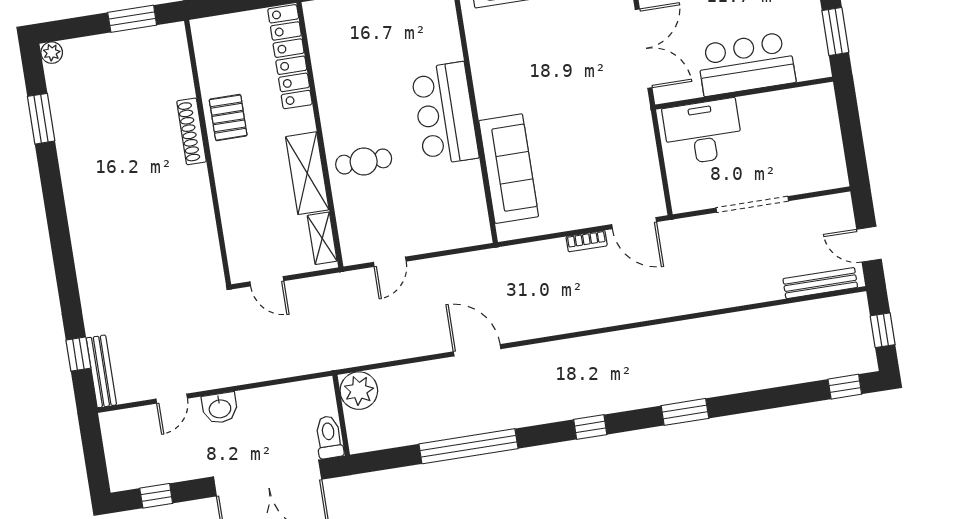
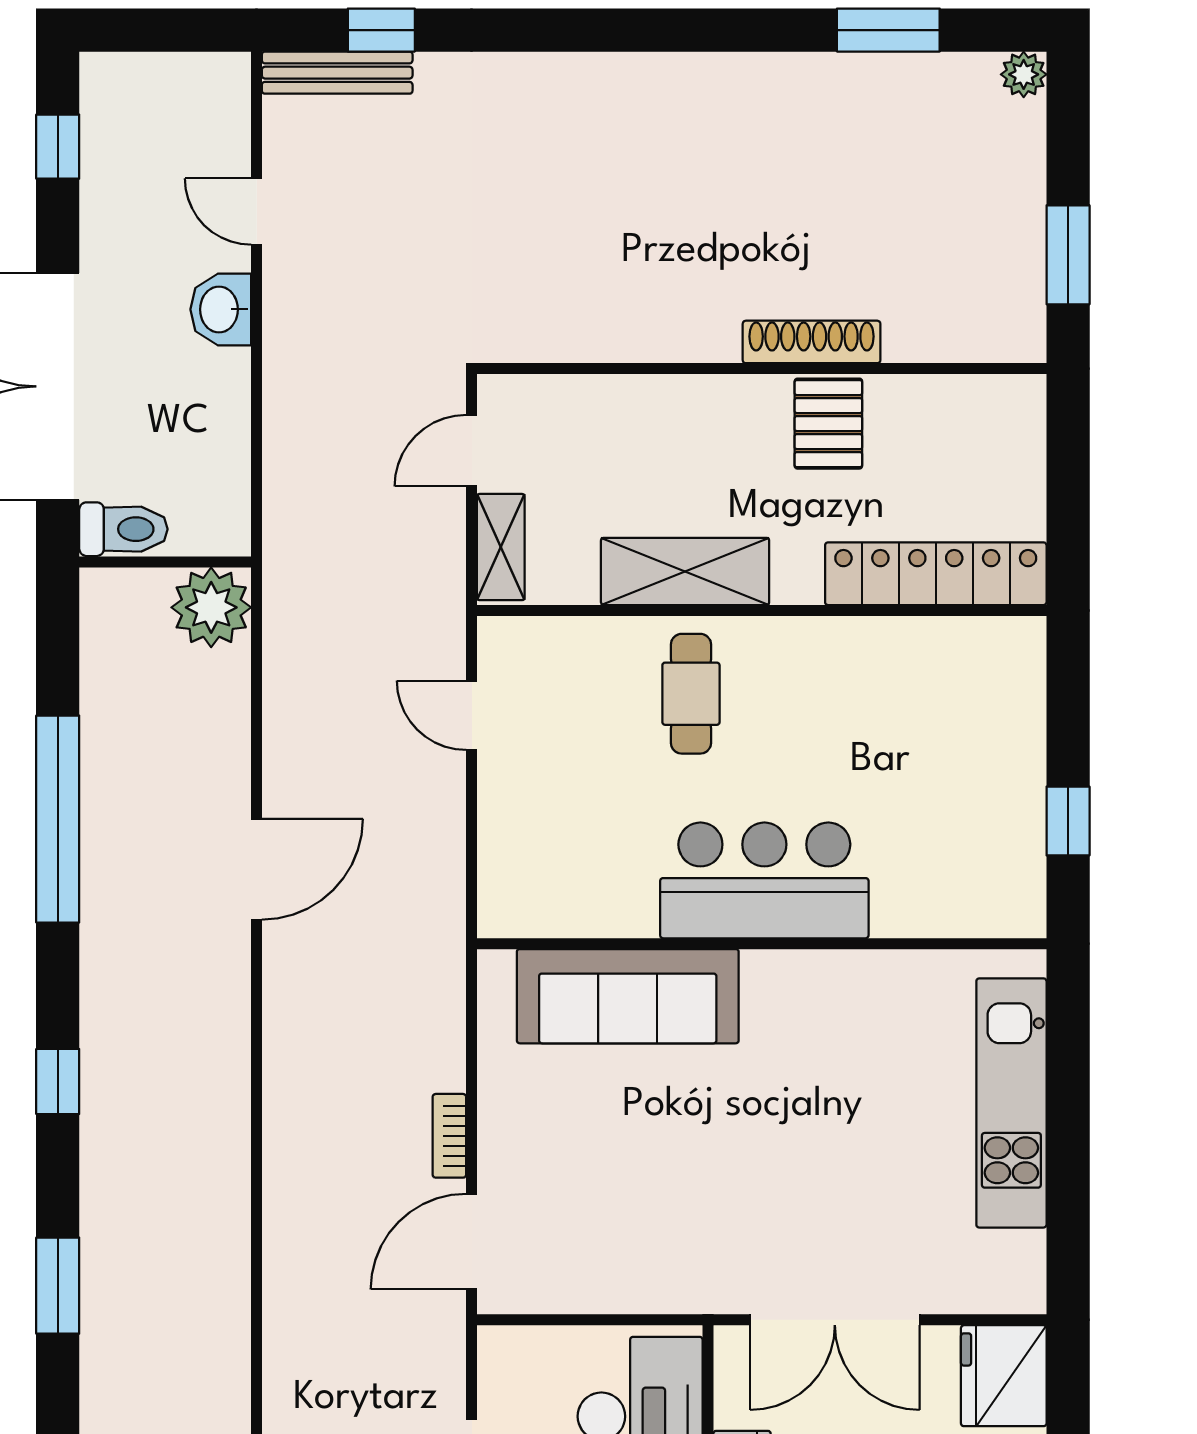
pallet: (228, 118) -> (828, 424), turned 90
shelving: (322, 238) -> (501, 547), moved, turned 90

